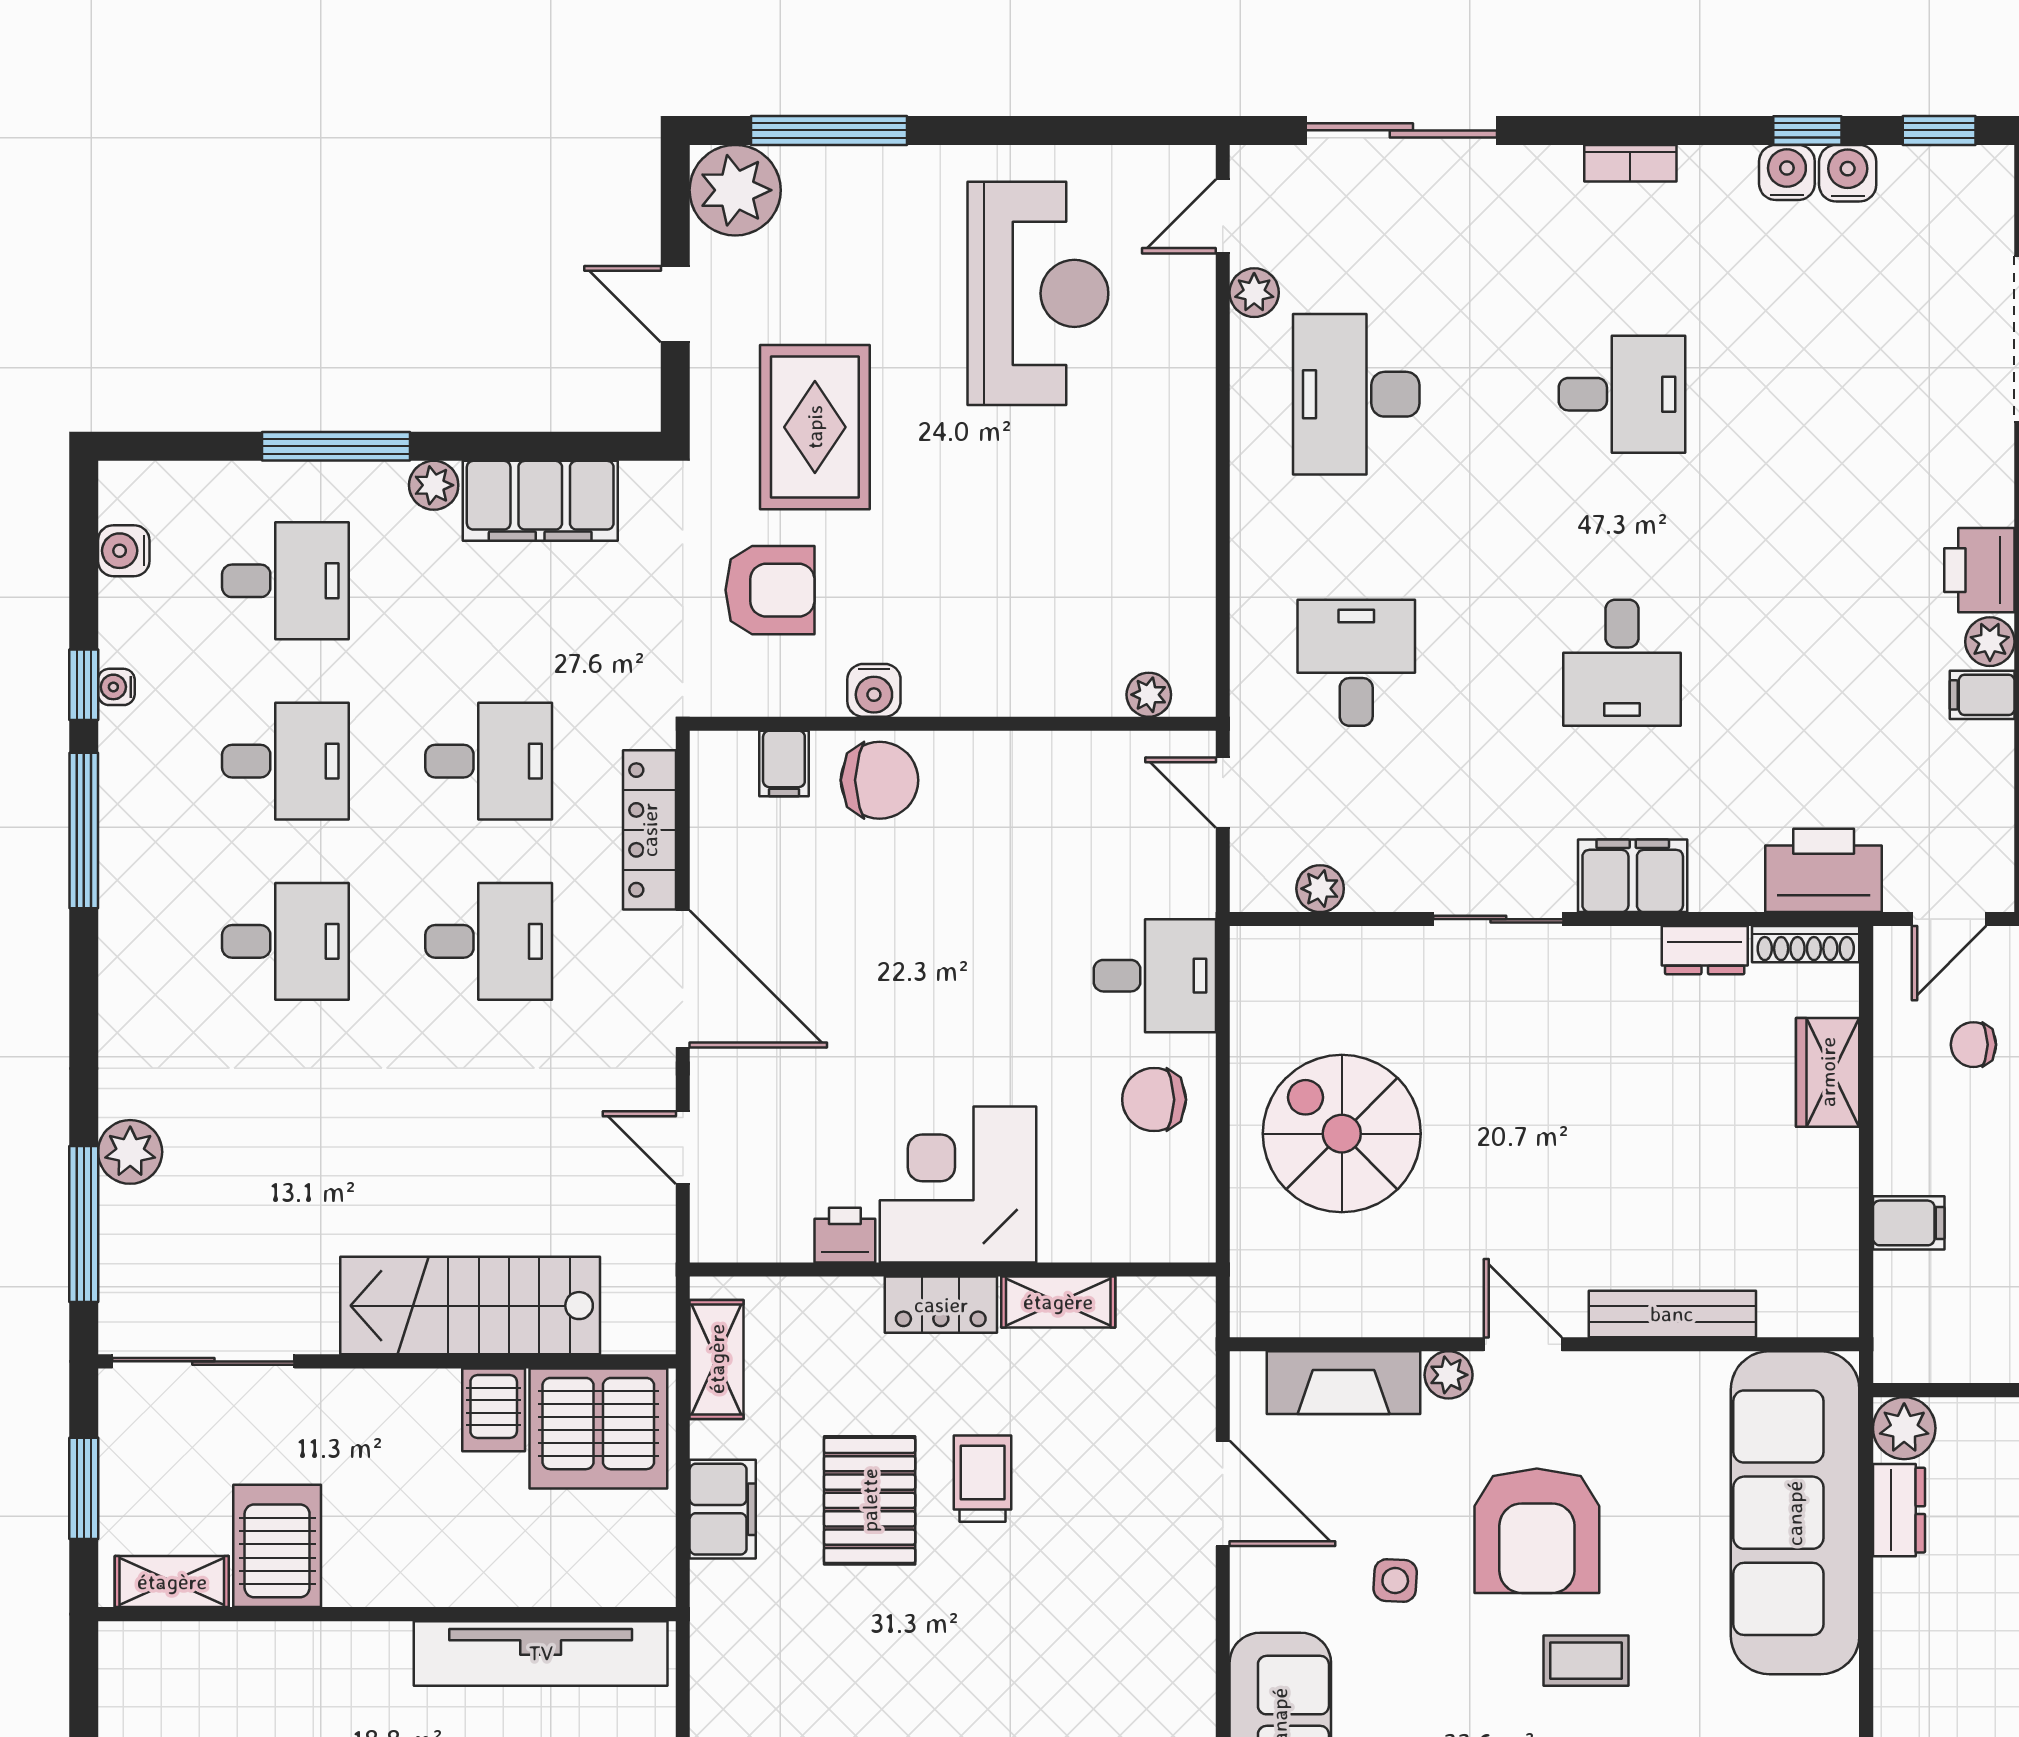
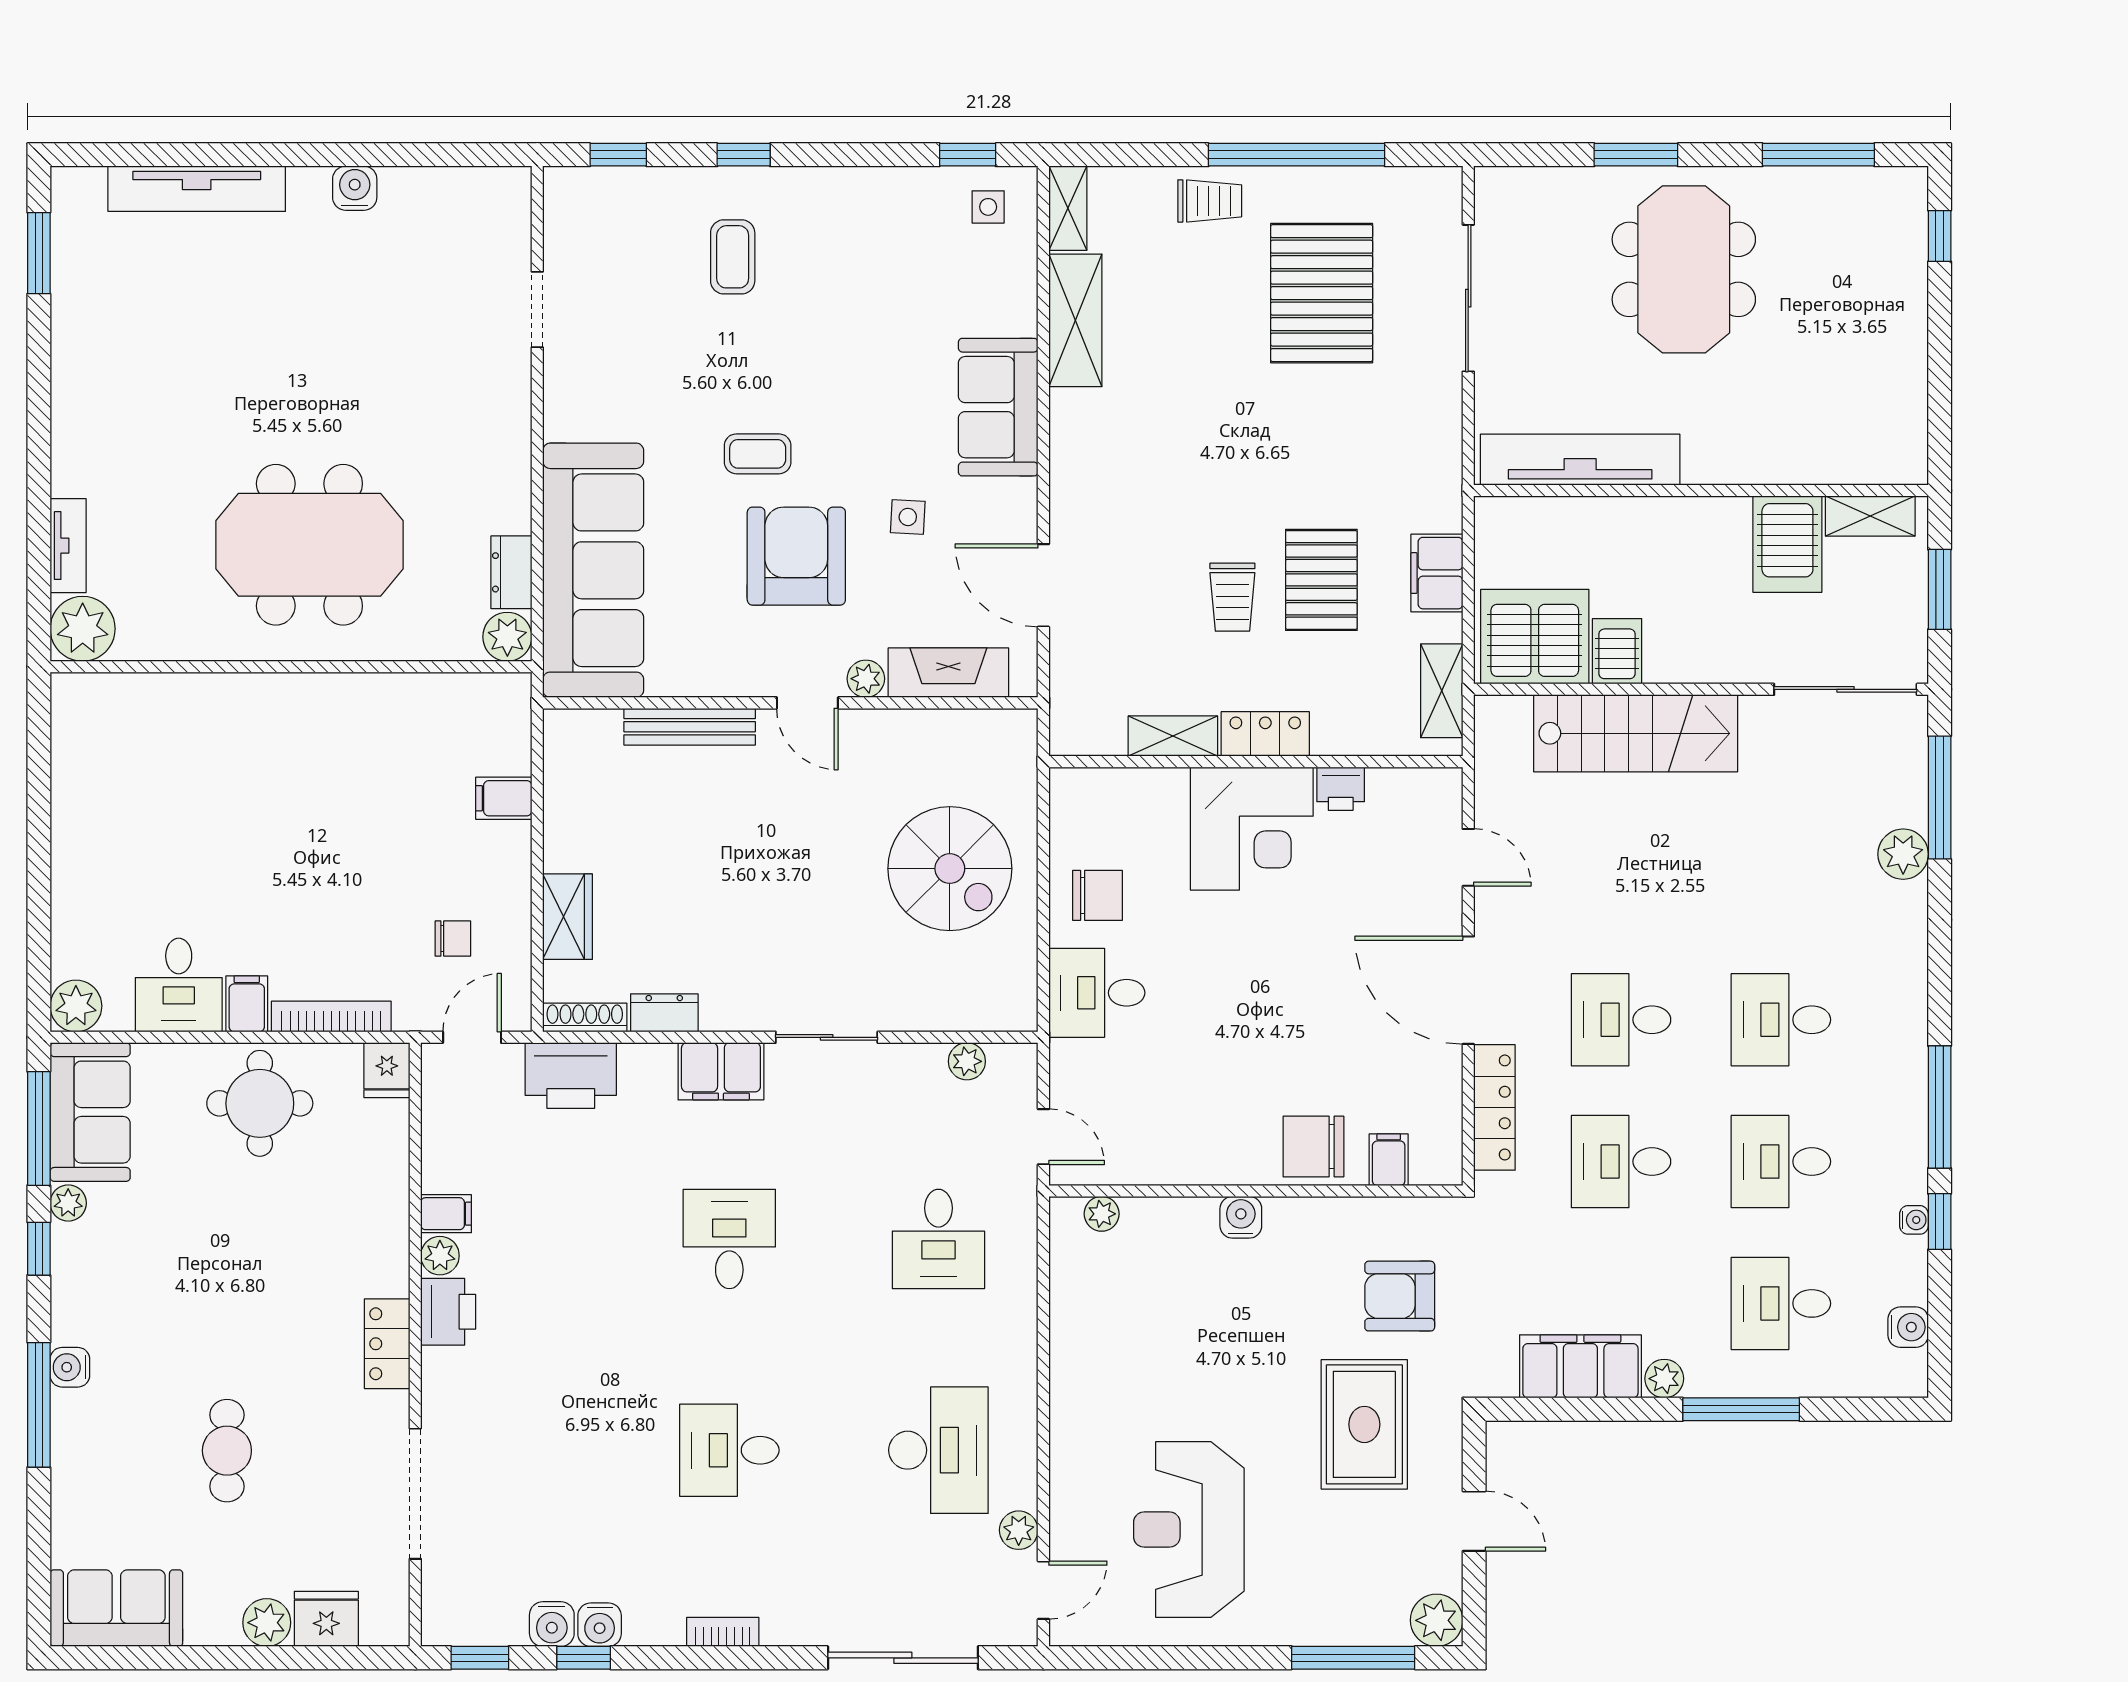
plant: (735, 190) -> (1437, 1620), width x0.73, depth x0.73
water cooler: (874, 690) -> (1241, 1217), moved

